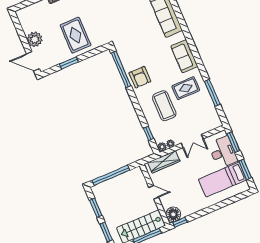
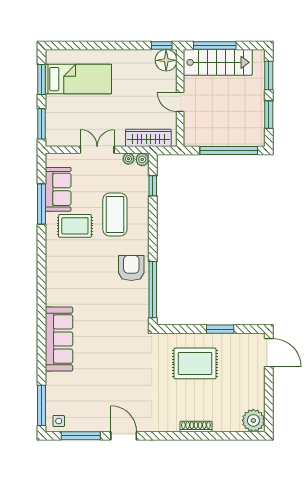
rug: (75, 35) -> (195, 363), turned 90
plant: (35, 39) -> (253, 420), moved
sofa: (184, 56) -> (58, 189), moved
desk: (223, 152) -> (62, 116), removed

